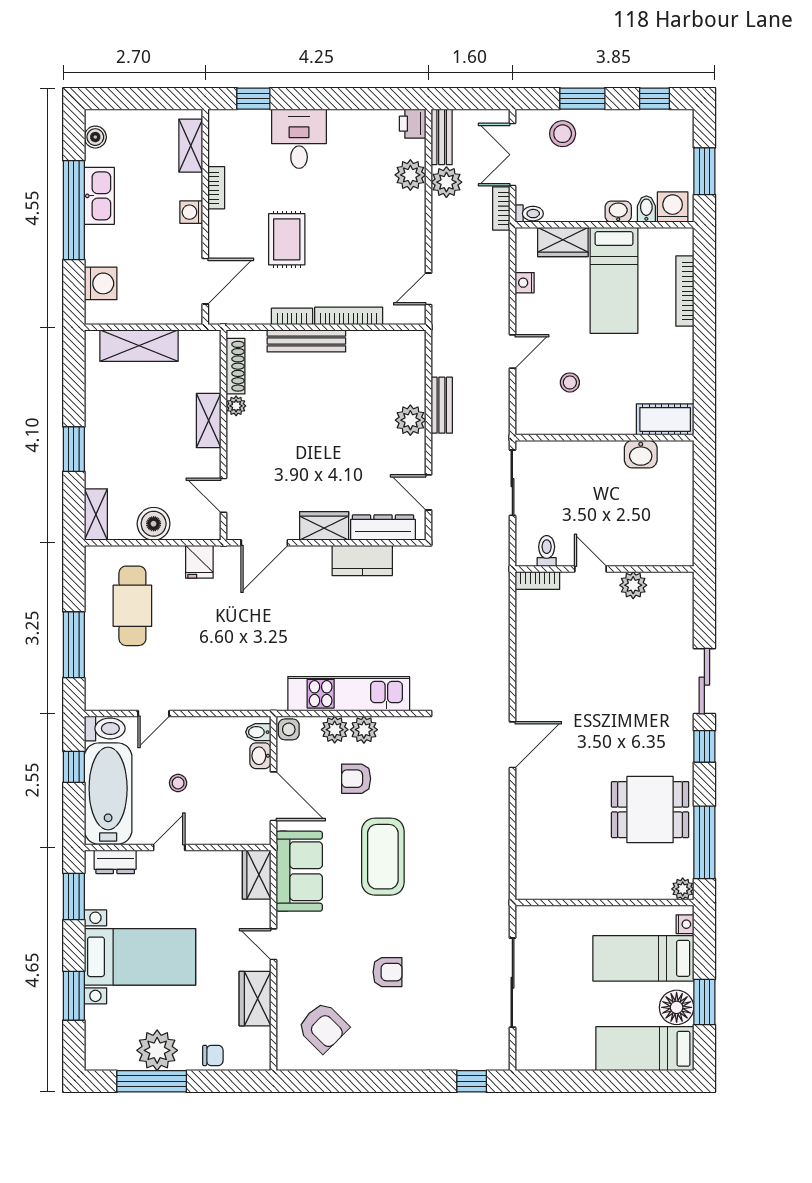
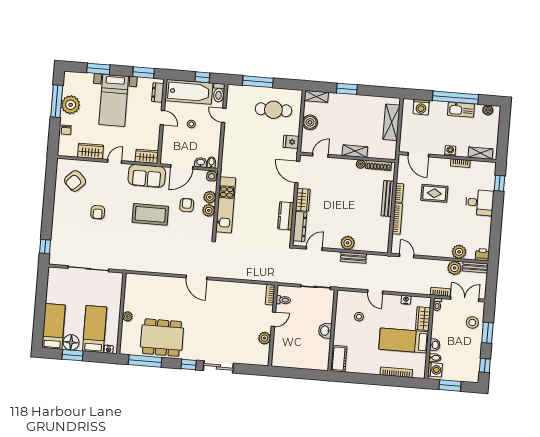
washbasin: (641, 454) -> (325, 331), moved
dining table: (650, 810) -> (162, 338), width x1.38
plant: (683, 889) -> (127, 316), moved

